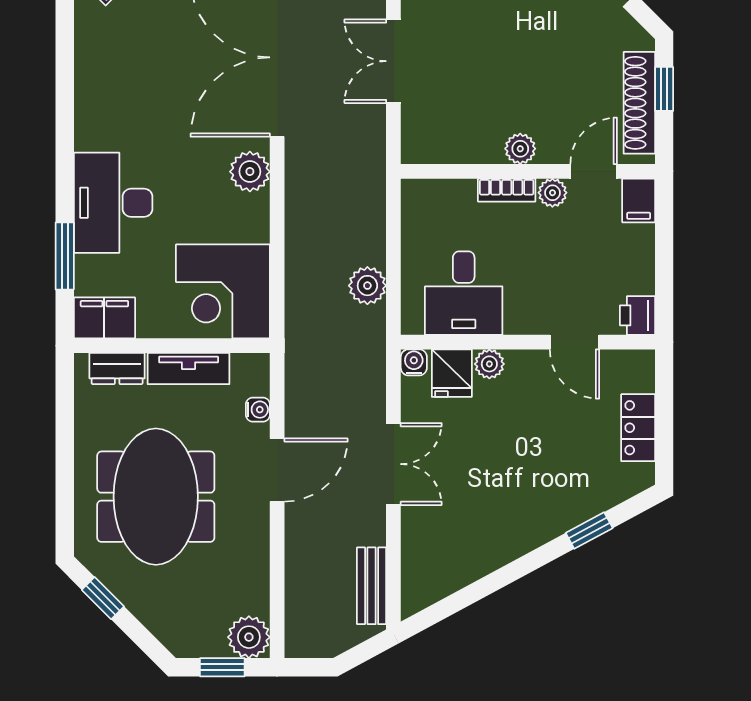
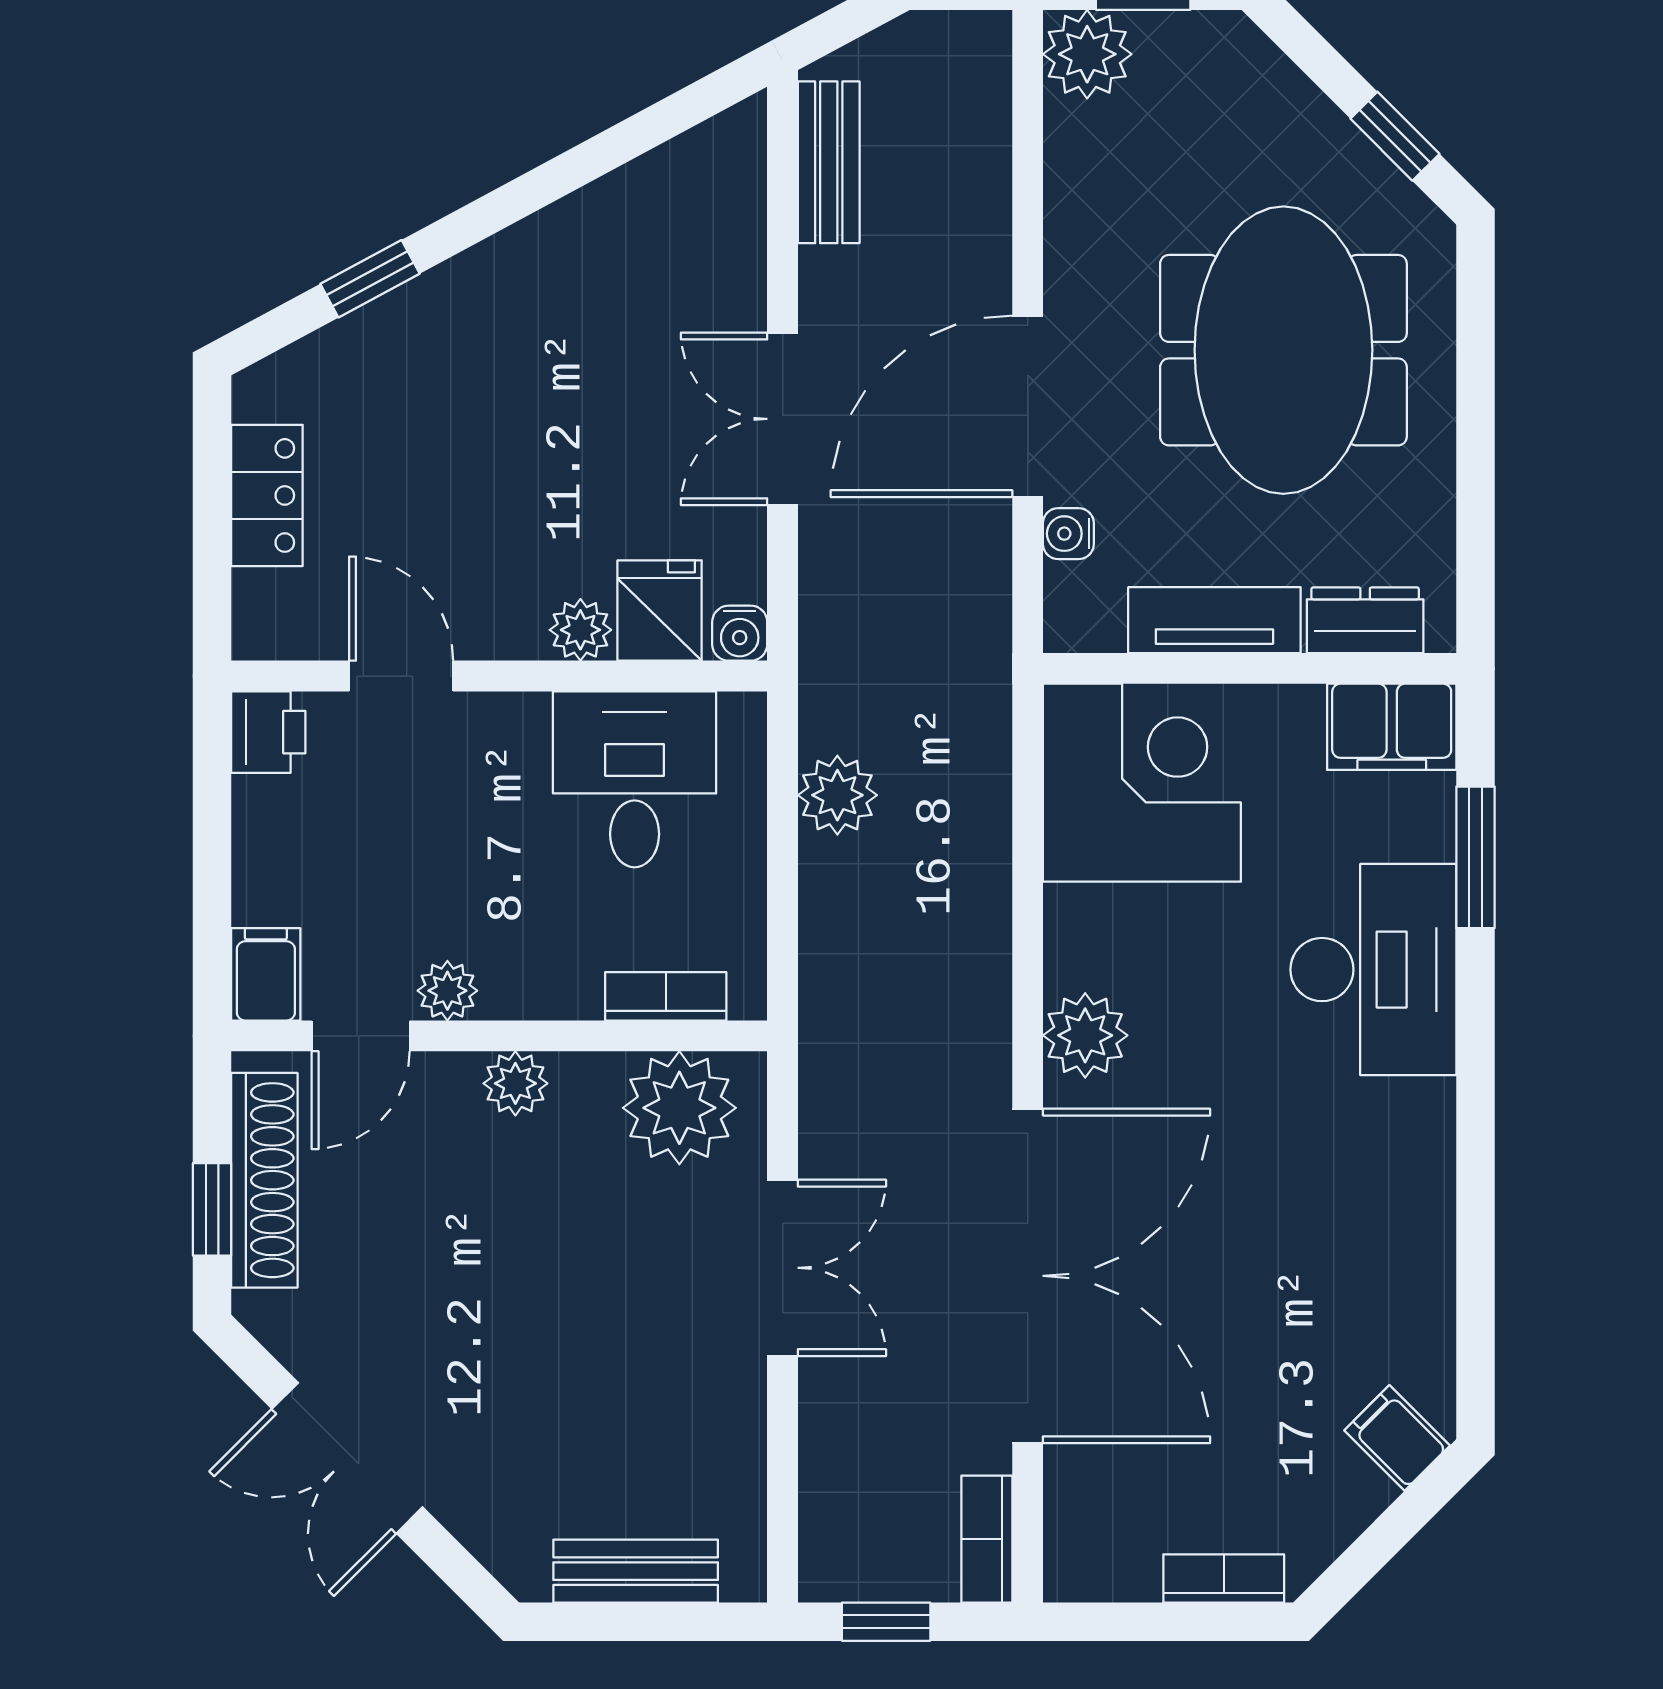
plant: (442, 137) -> (679, 1108), added
bookcase: (507, 190) -> (666, 996), moved
door: (277, 470) -> (1028, 406), width x1.36

